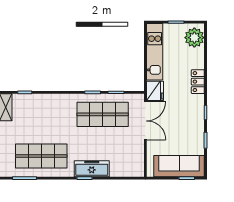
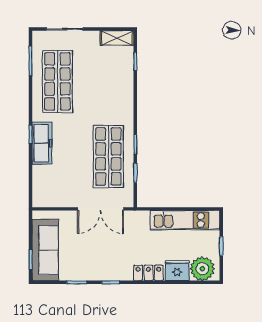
fridge: (155, 91) -> (177, 270), moved, turned 180

